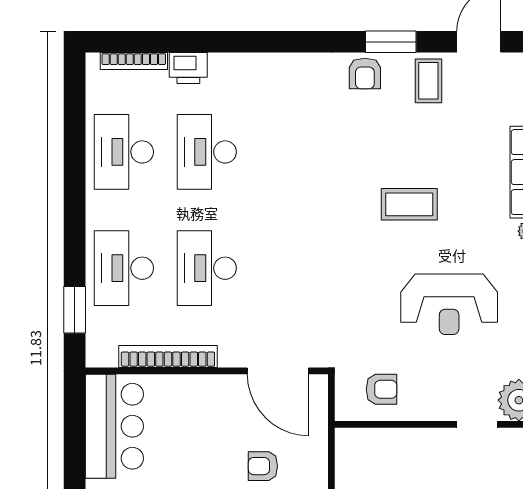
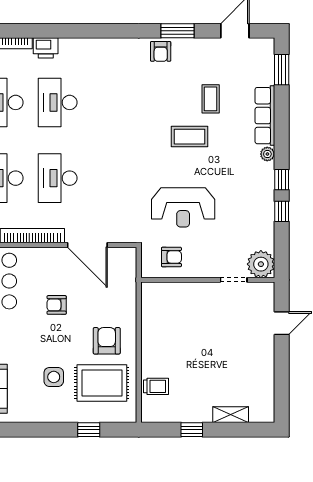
coffee table: (428, 81) -> (211, 99), moved
reception desk: (449, 304) -> (183, 207), moved
door: (278, 371) -> (87, 245), moved
armchair: (263, 466) -> (57, 305), moved

